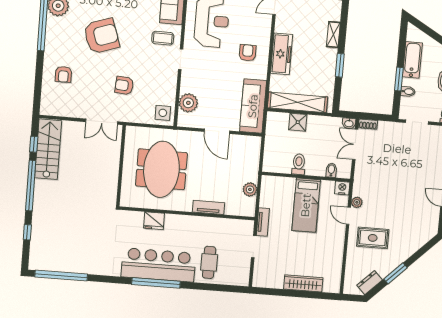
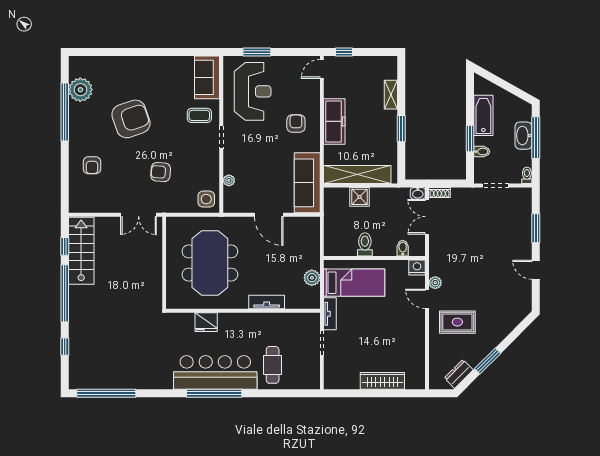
plant: (188, 103) -> (229, 180), width x0.53, depth x0.53
bed: (306, 205) -> (354, 283), moved, turned -90

